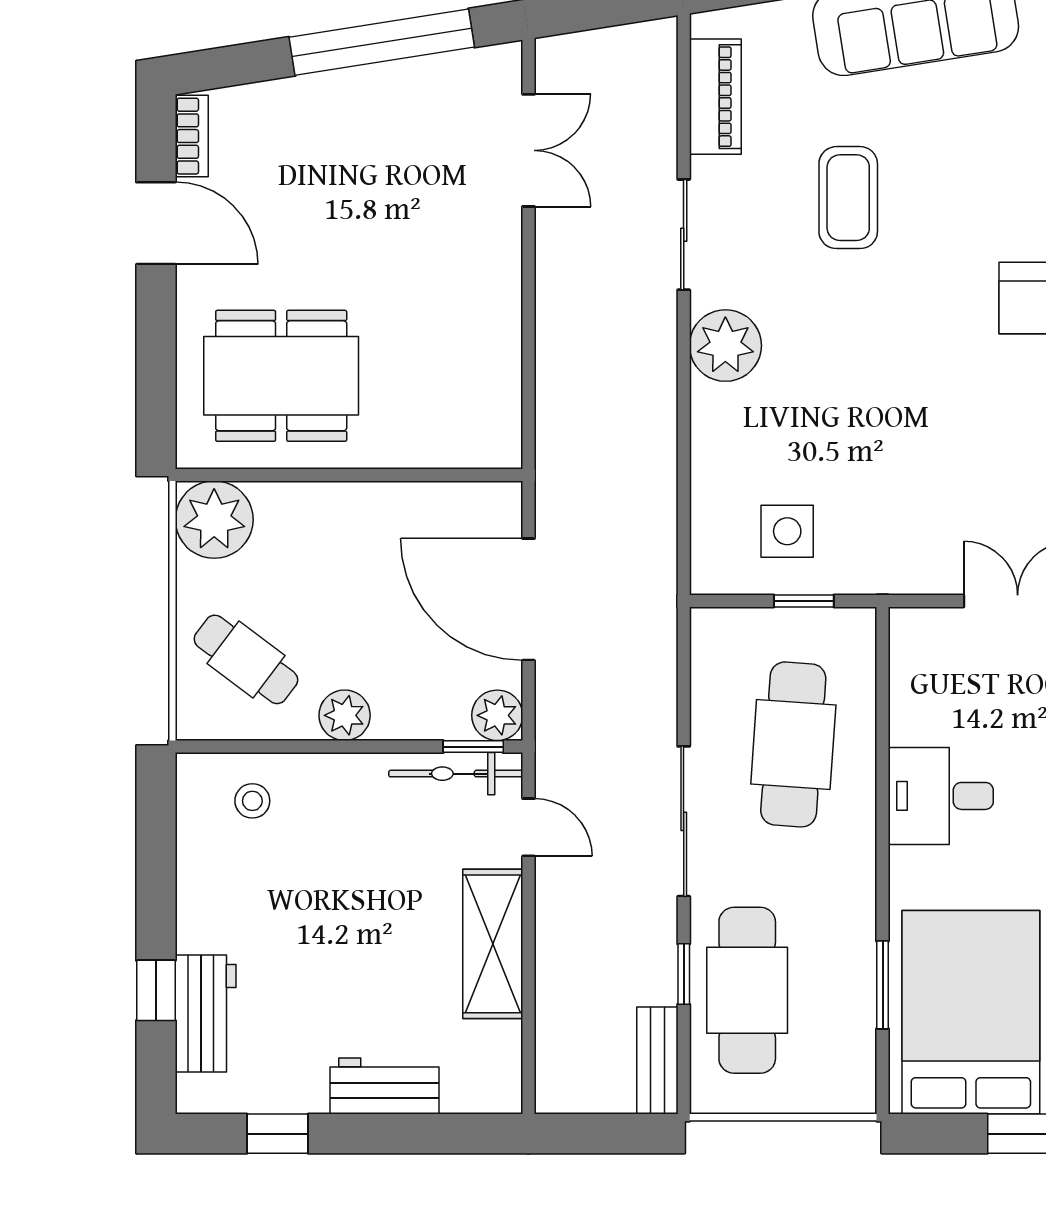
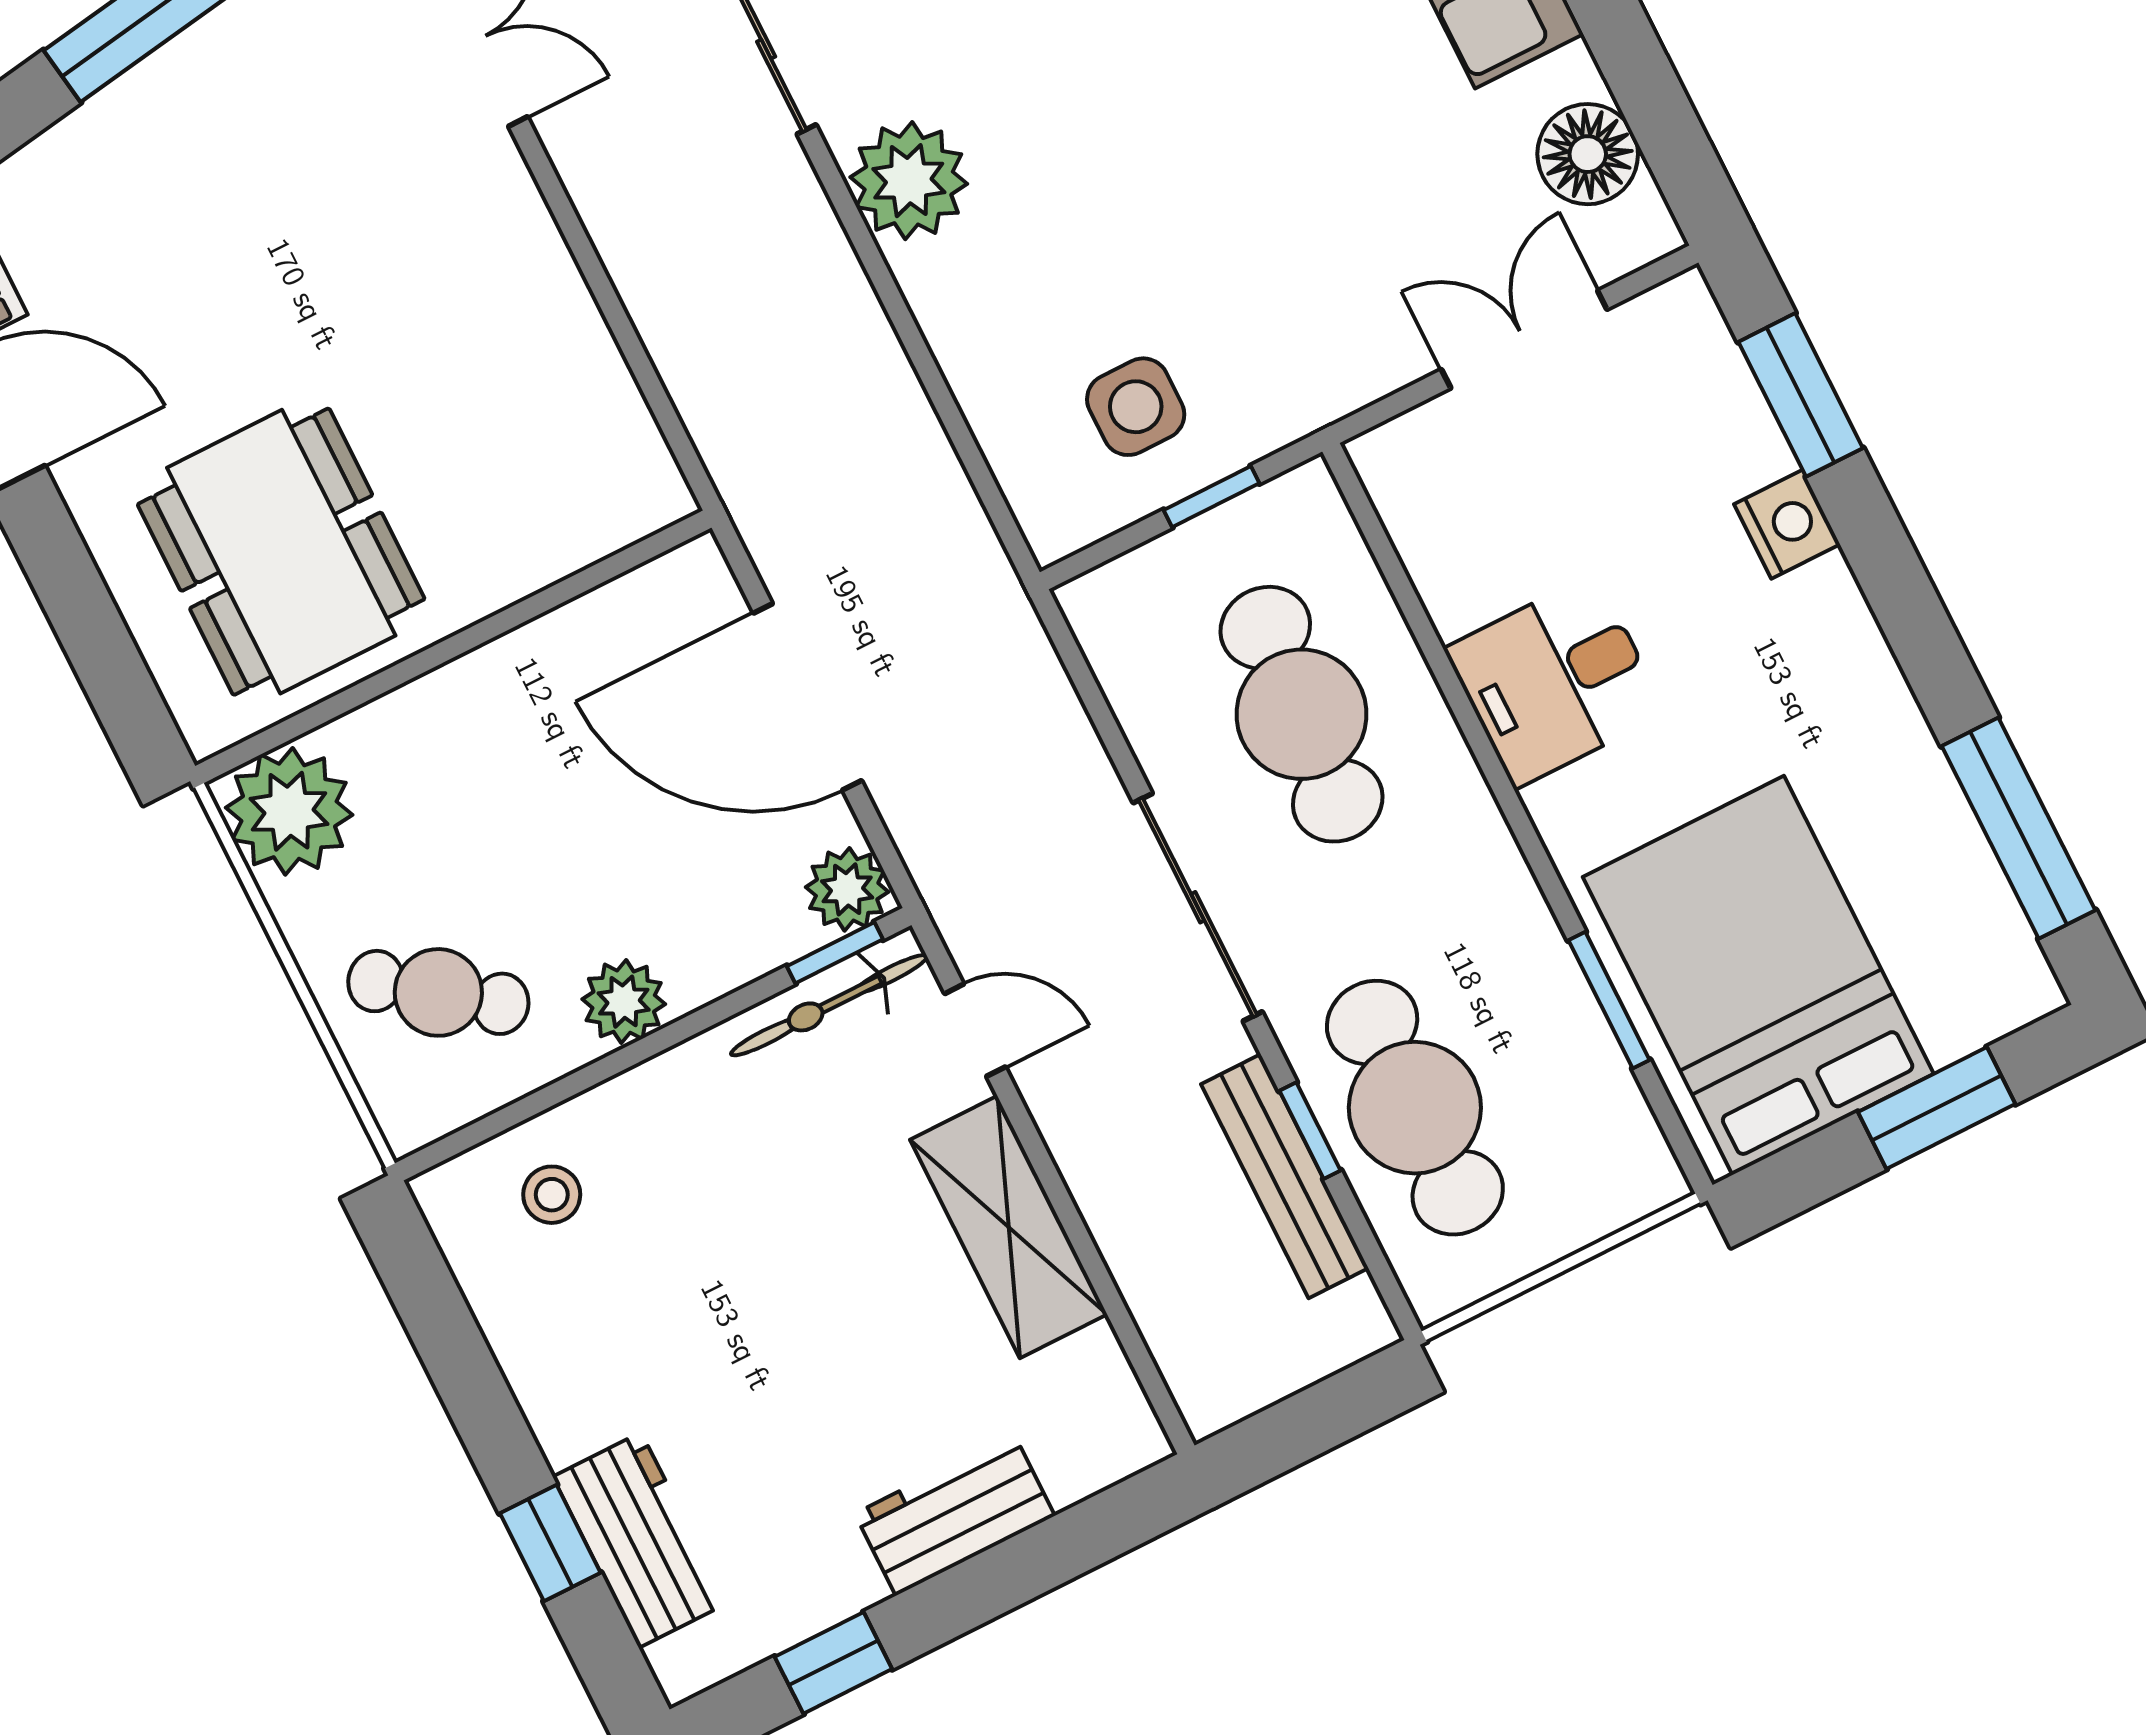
dining table: (281, 376) -> (281, 552), turned 90
bench: (657, 1061) -> (1285, 1176), moved, width x1.36

